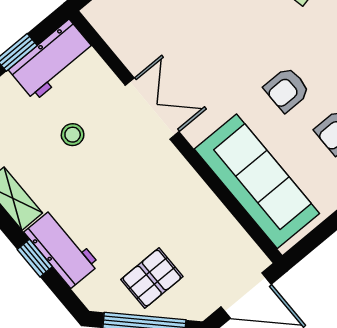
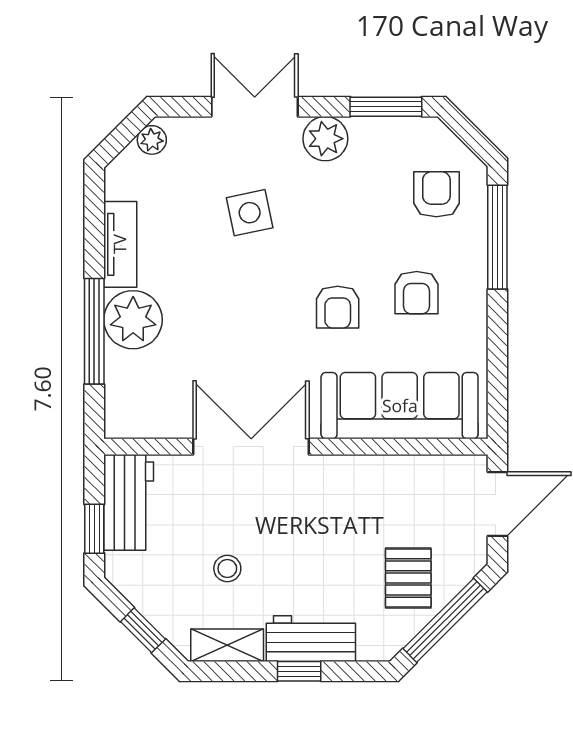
double door: (152, 109) -> (251, 447), width x1.37
stool: (73, 135) -> (227, 568), moved

